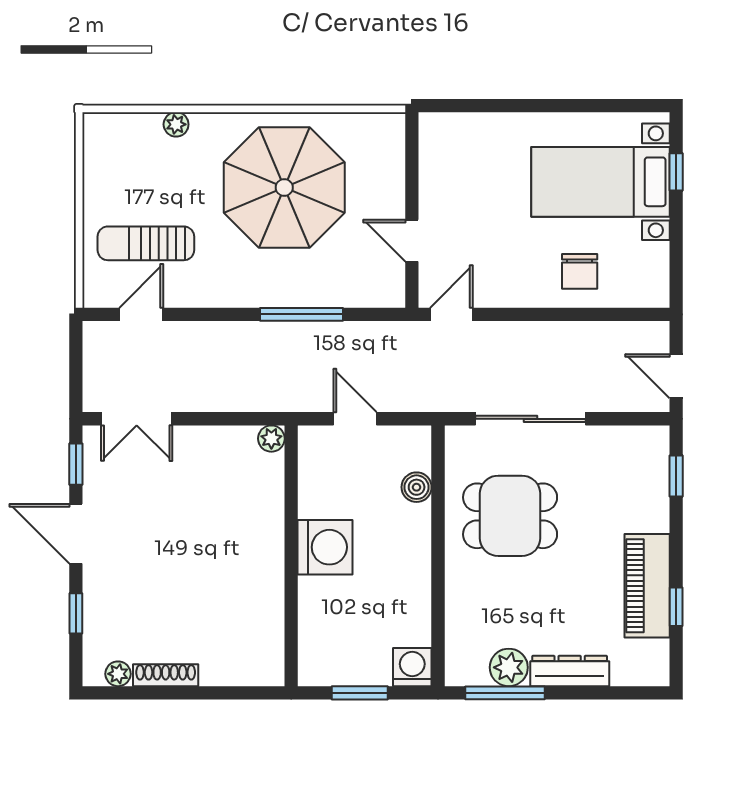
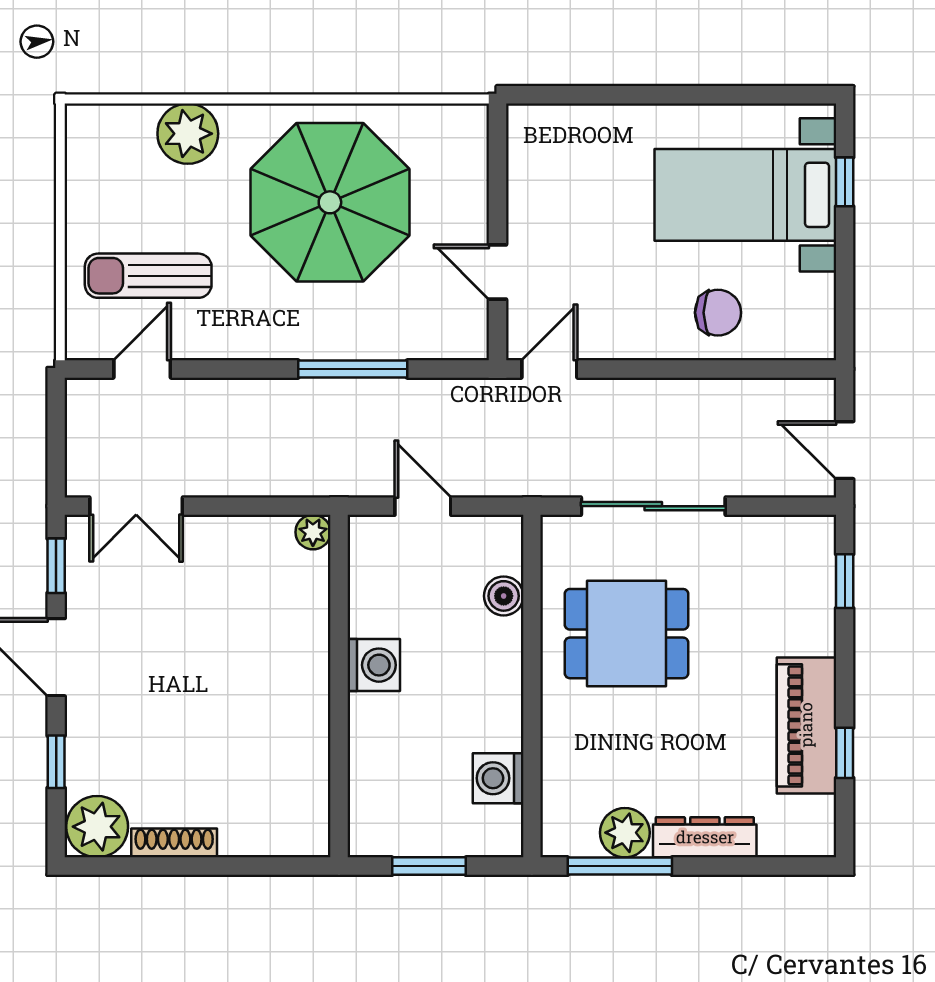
plant: (176, 124) -> (188, 134), width x1.88, depth x1.88
chair: (580, 271) -> (718, 313), turned -90
washing machine: (325, 547) -> (374, 665), width x0.73, depth x0.73
washing machine: (412, 667) -> (498, 778), moved, turned -90
plant: (118, 674) -> (97, 827), width x1.88, depth x1.88

